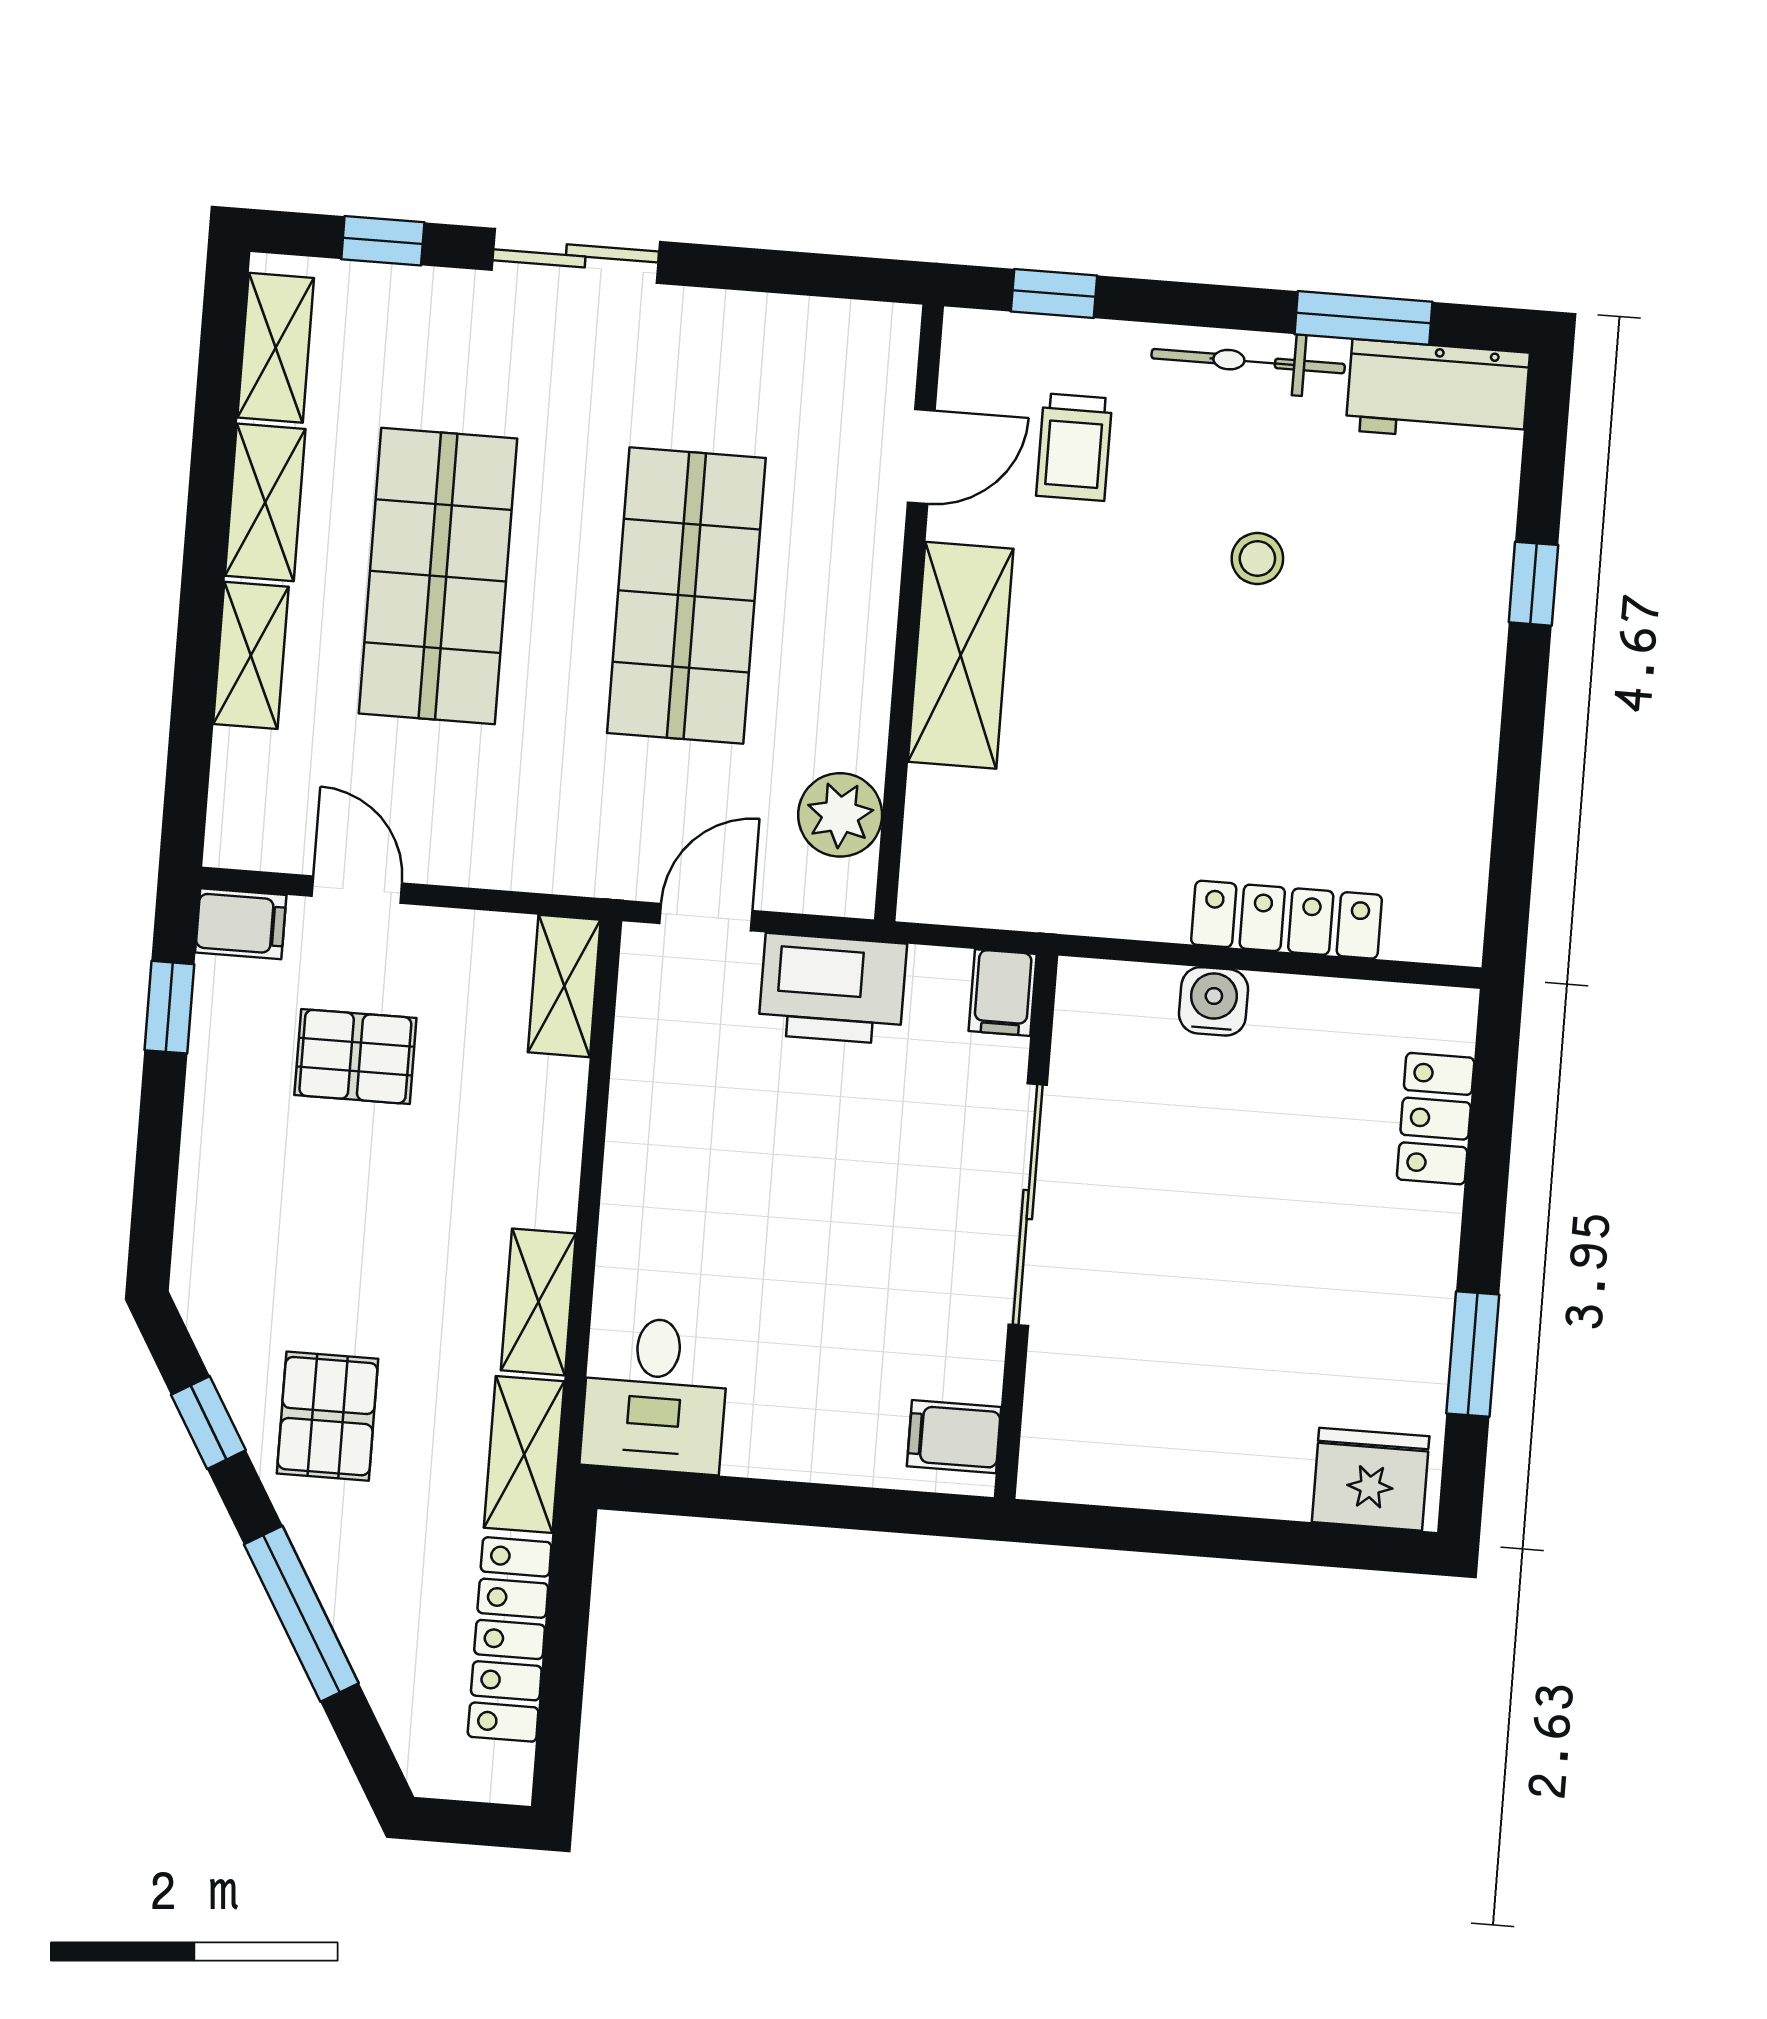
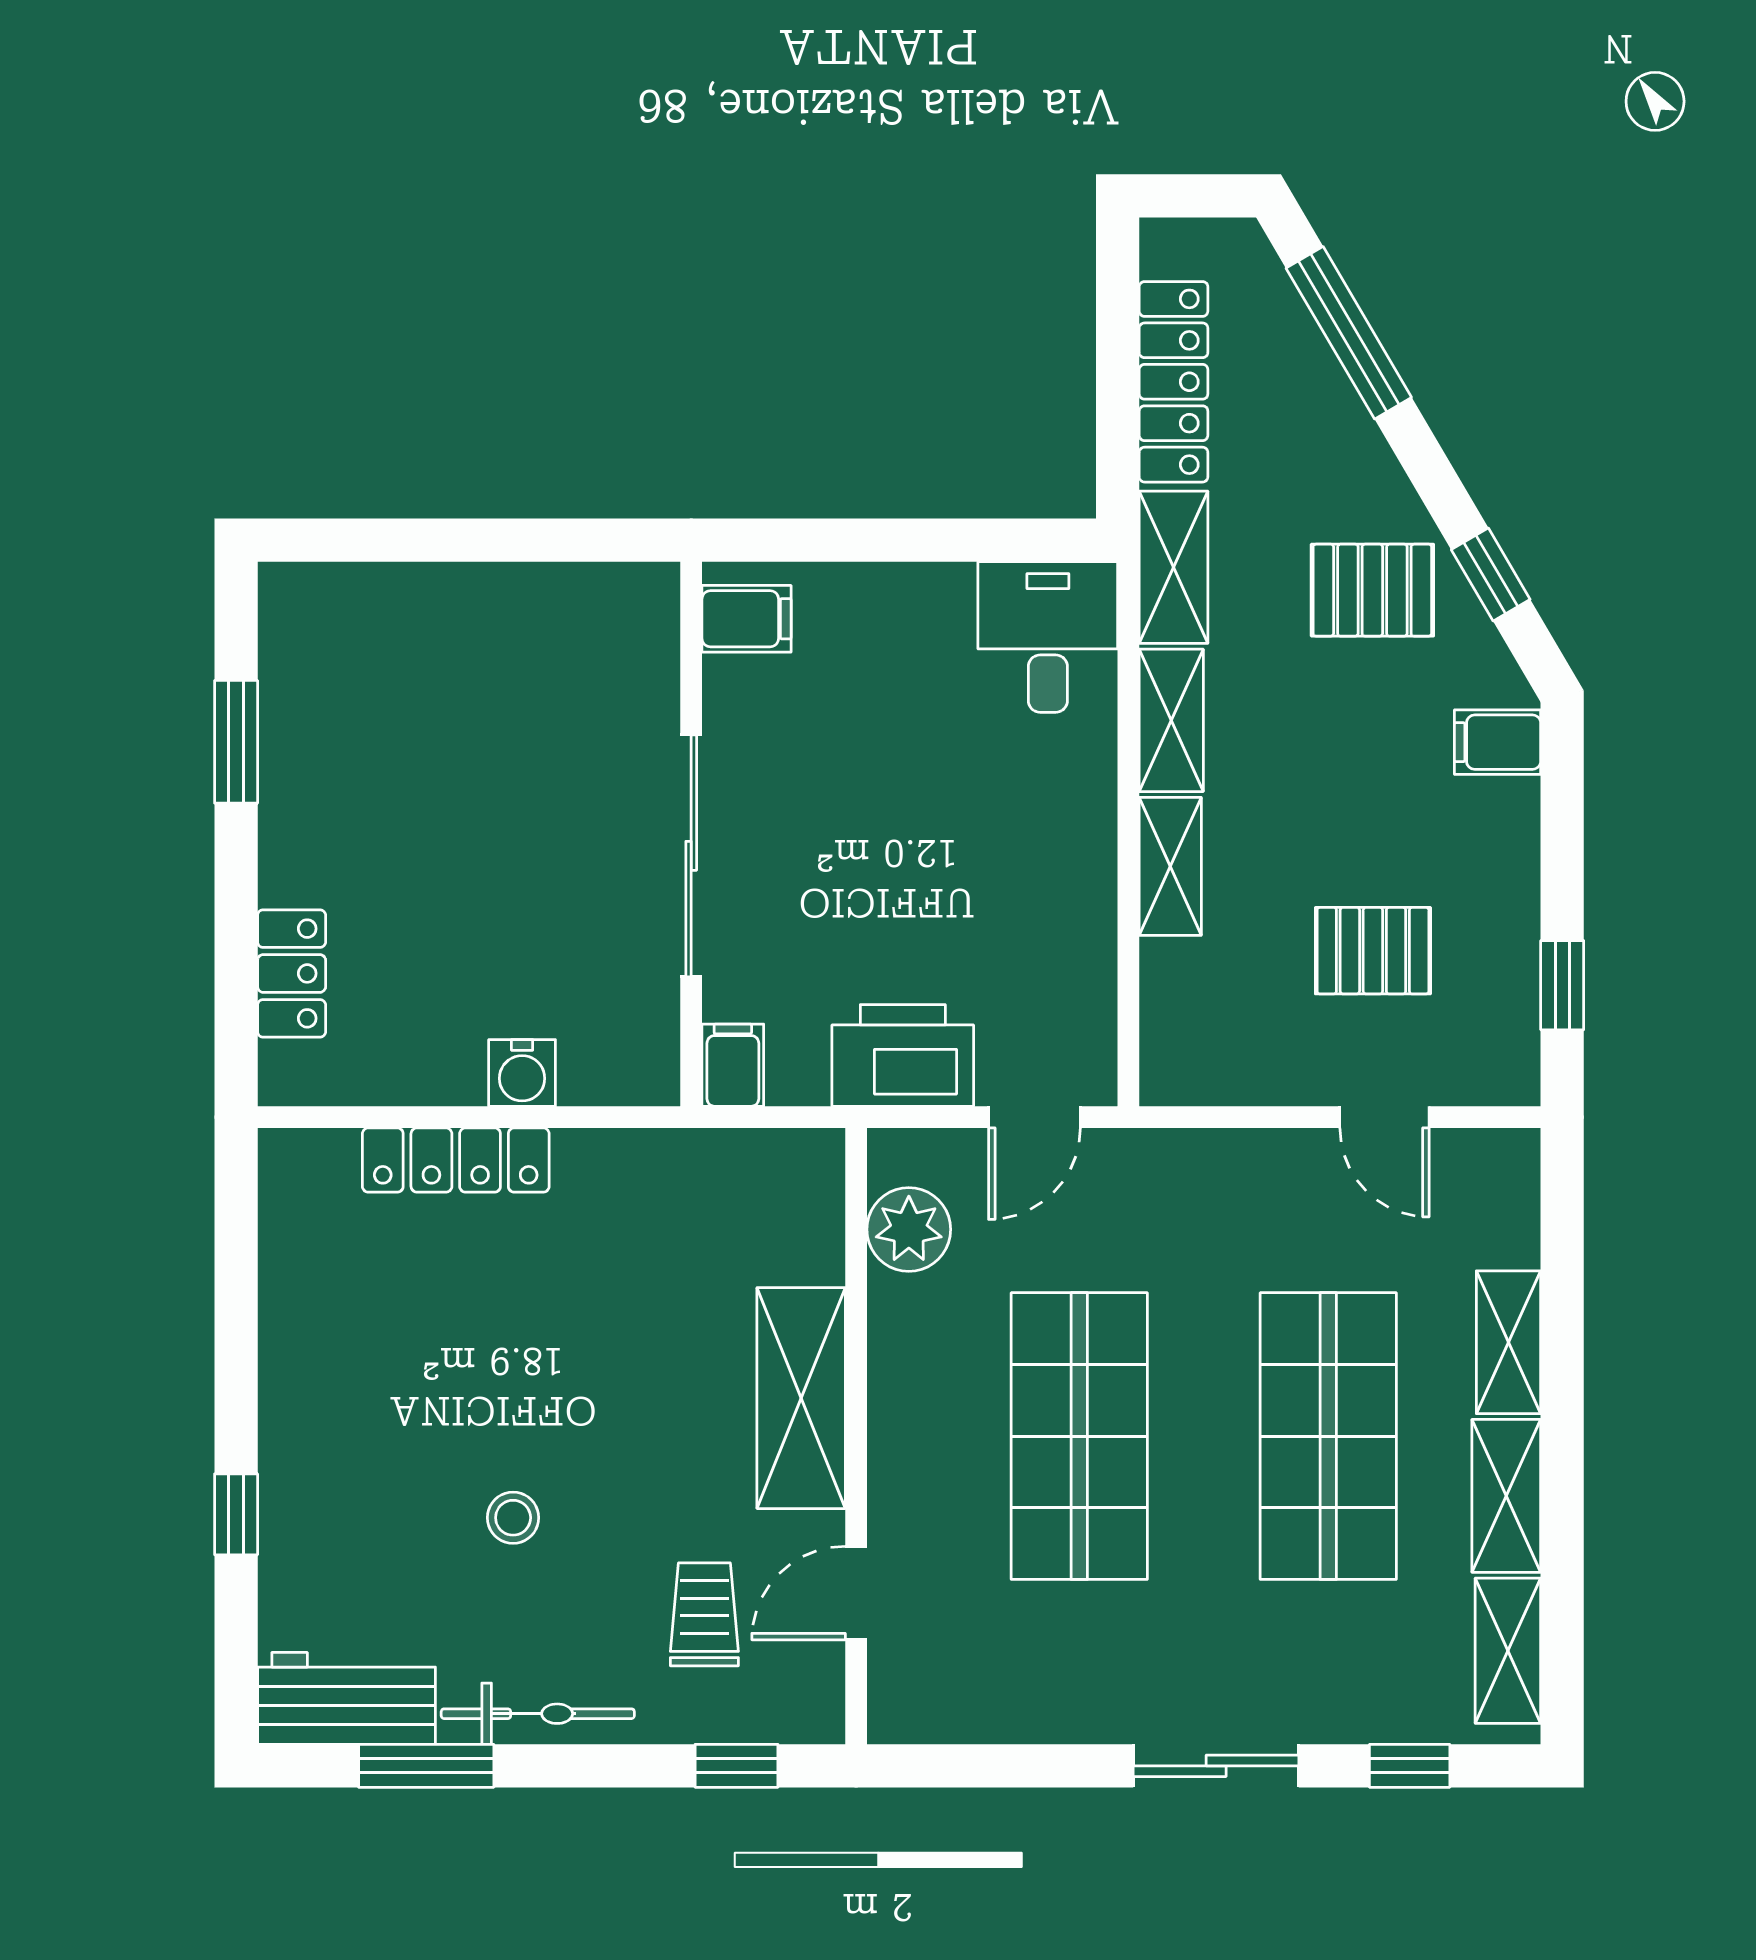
filing cabinet: (241, 924) -> (1498, 742), moved
shelving: (564, 986) -> (1170, 866), moved
pallet: (328, 1416) -> (1372, 590), turned 90
fridge: (1371, 1479) -> (328, 609), removed
window: (301, 1614) -> (1349, 333), moved

